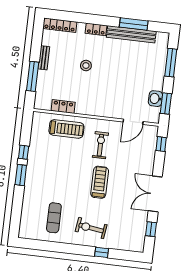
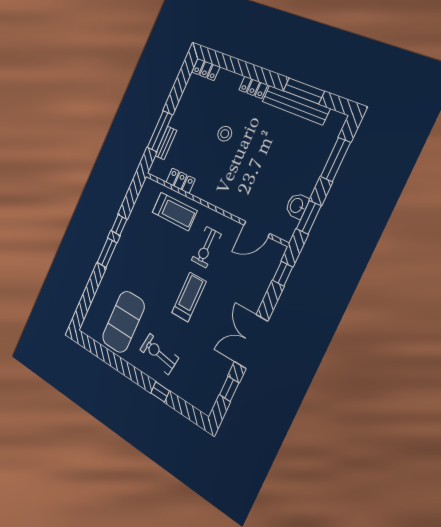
locker: (60, 25) -> (206, 69), width x0.66
bench: (44, 58) -> (166, 143), moved
exercise bike: (100, 145) -> (206, 247), turned 180
exercise mat: (54, 218) -> (123, 322), width x2.00, depth x1.45

